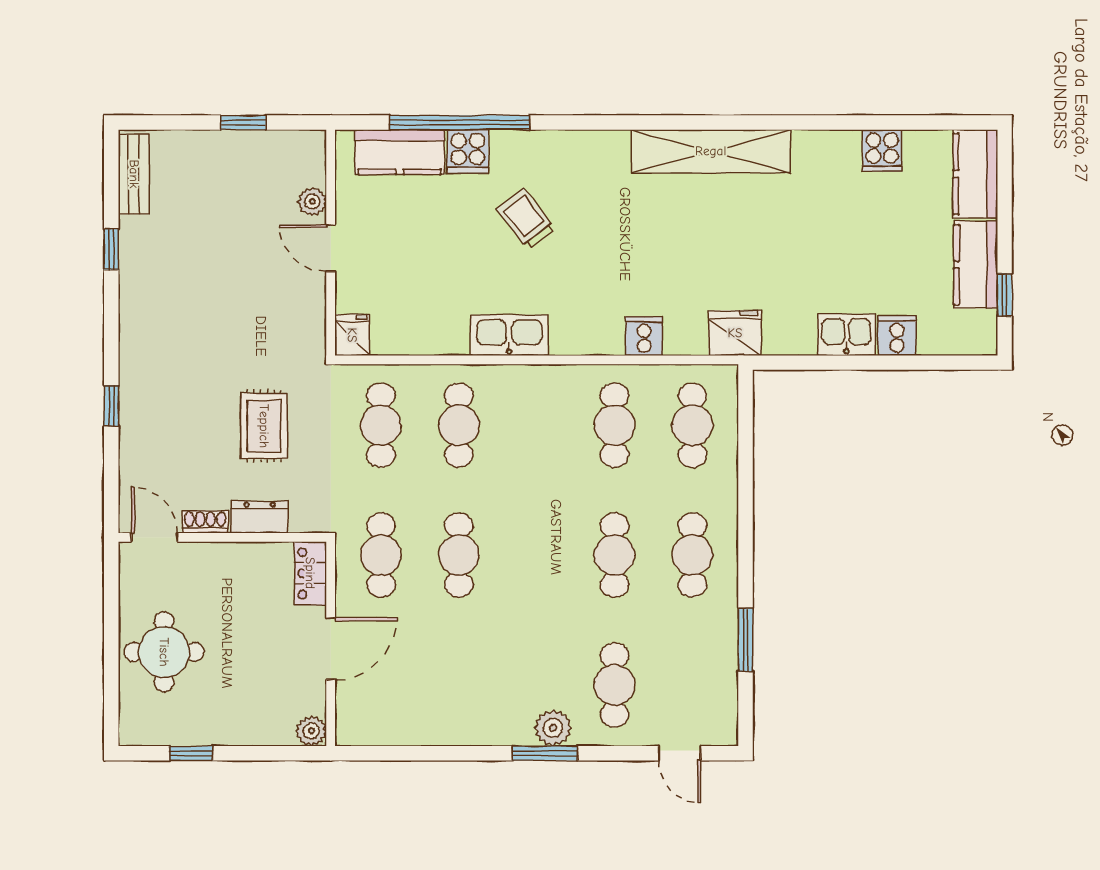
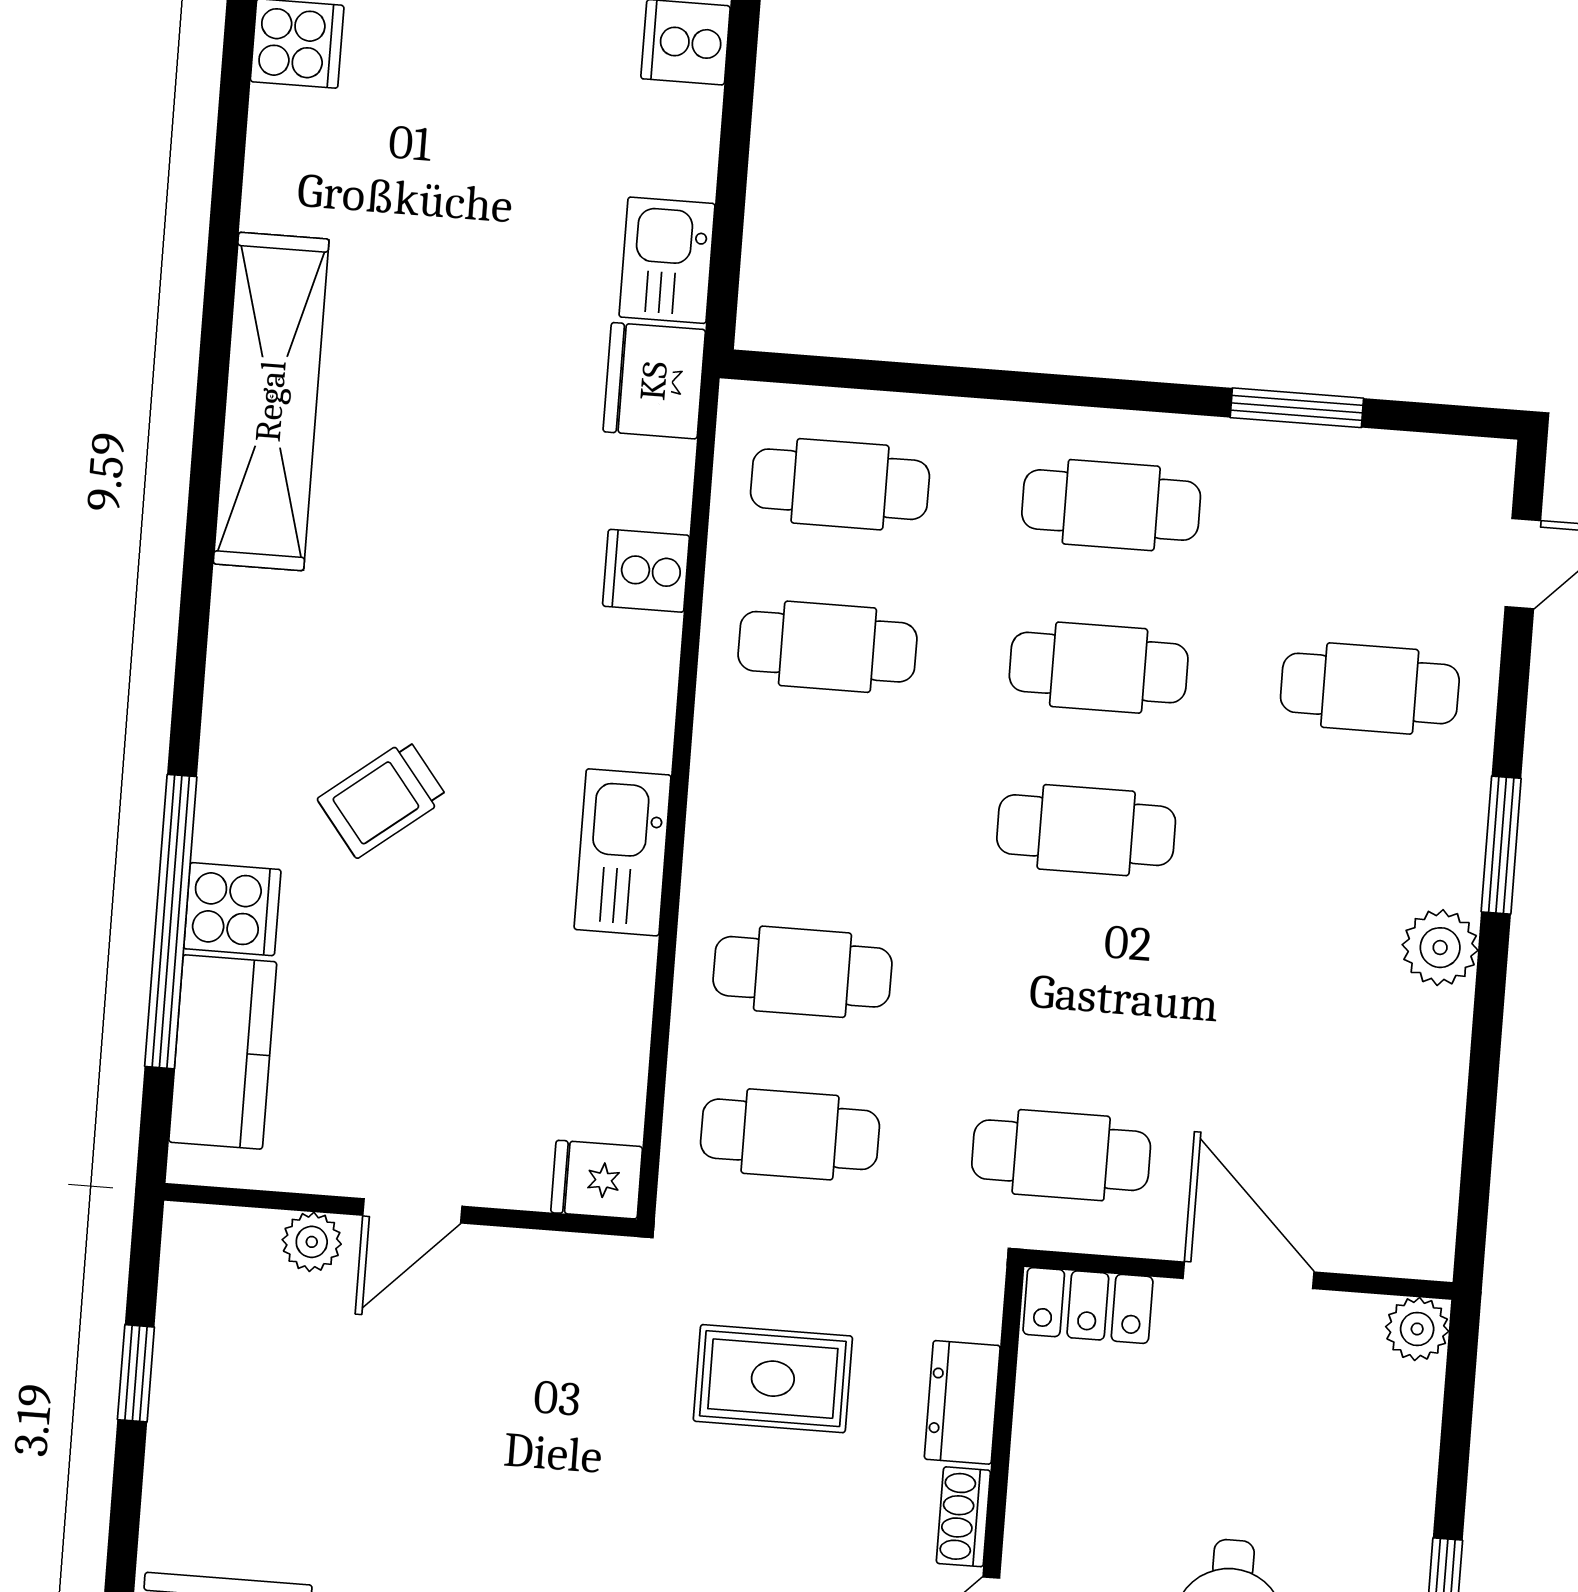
kitchen sink: (846, 335) -> (667, 260), moved
cafe table: (459, 555) -> (1086, 830), moved
plant: (553, 728) -> (1440, 948), moved

